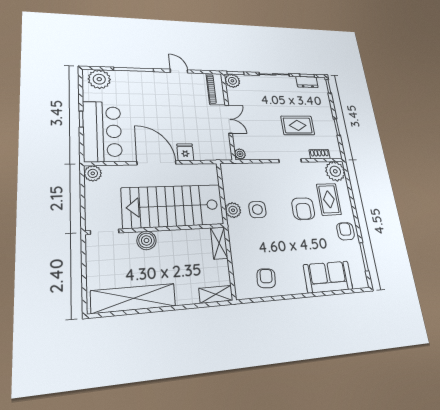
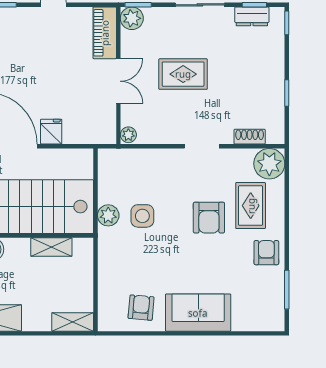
rug: (298, 125) -> (183, 74), moved
shelving: (219, 243) -> (51, 247), moved, turned 90
sofa: (328, 277) -> (198, 313), moved

